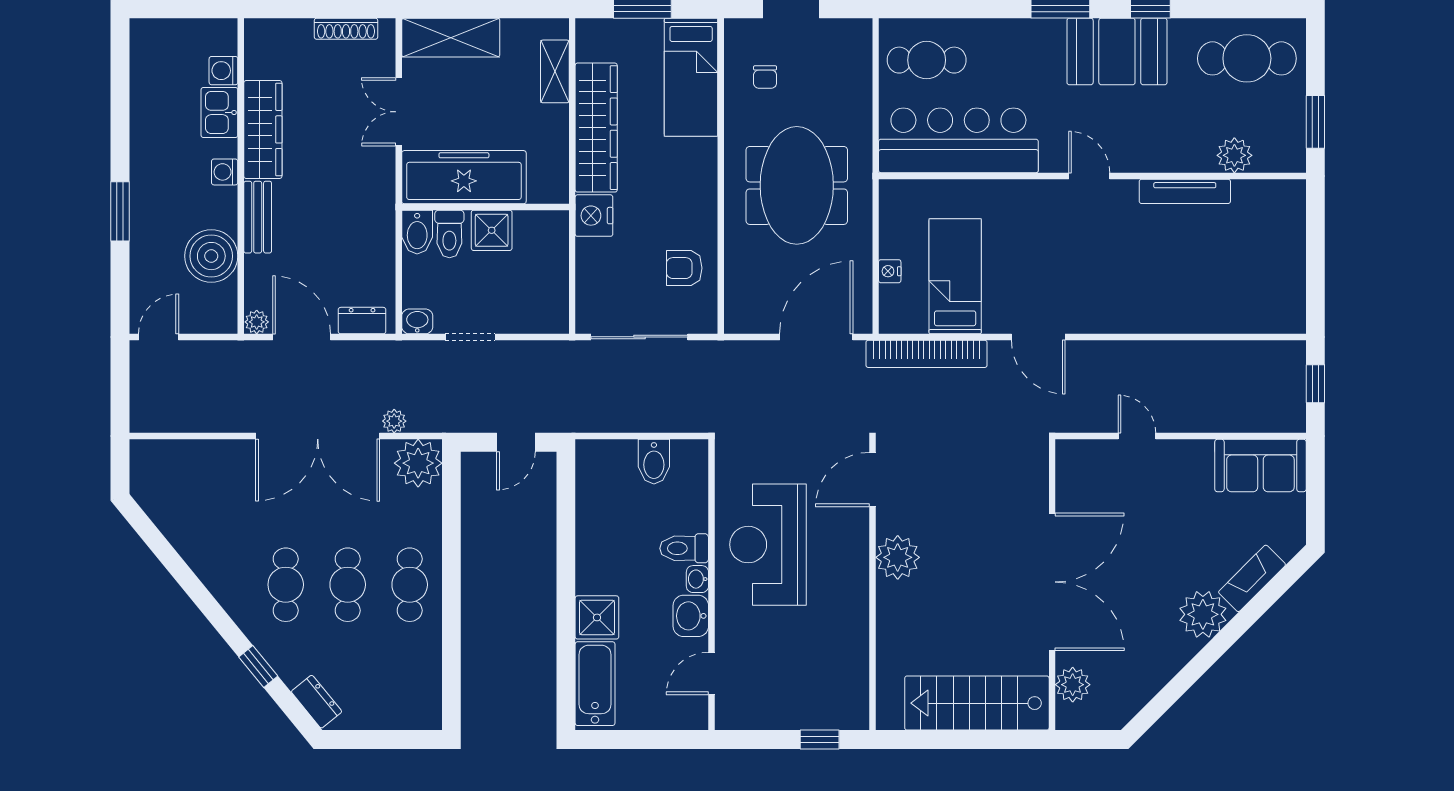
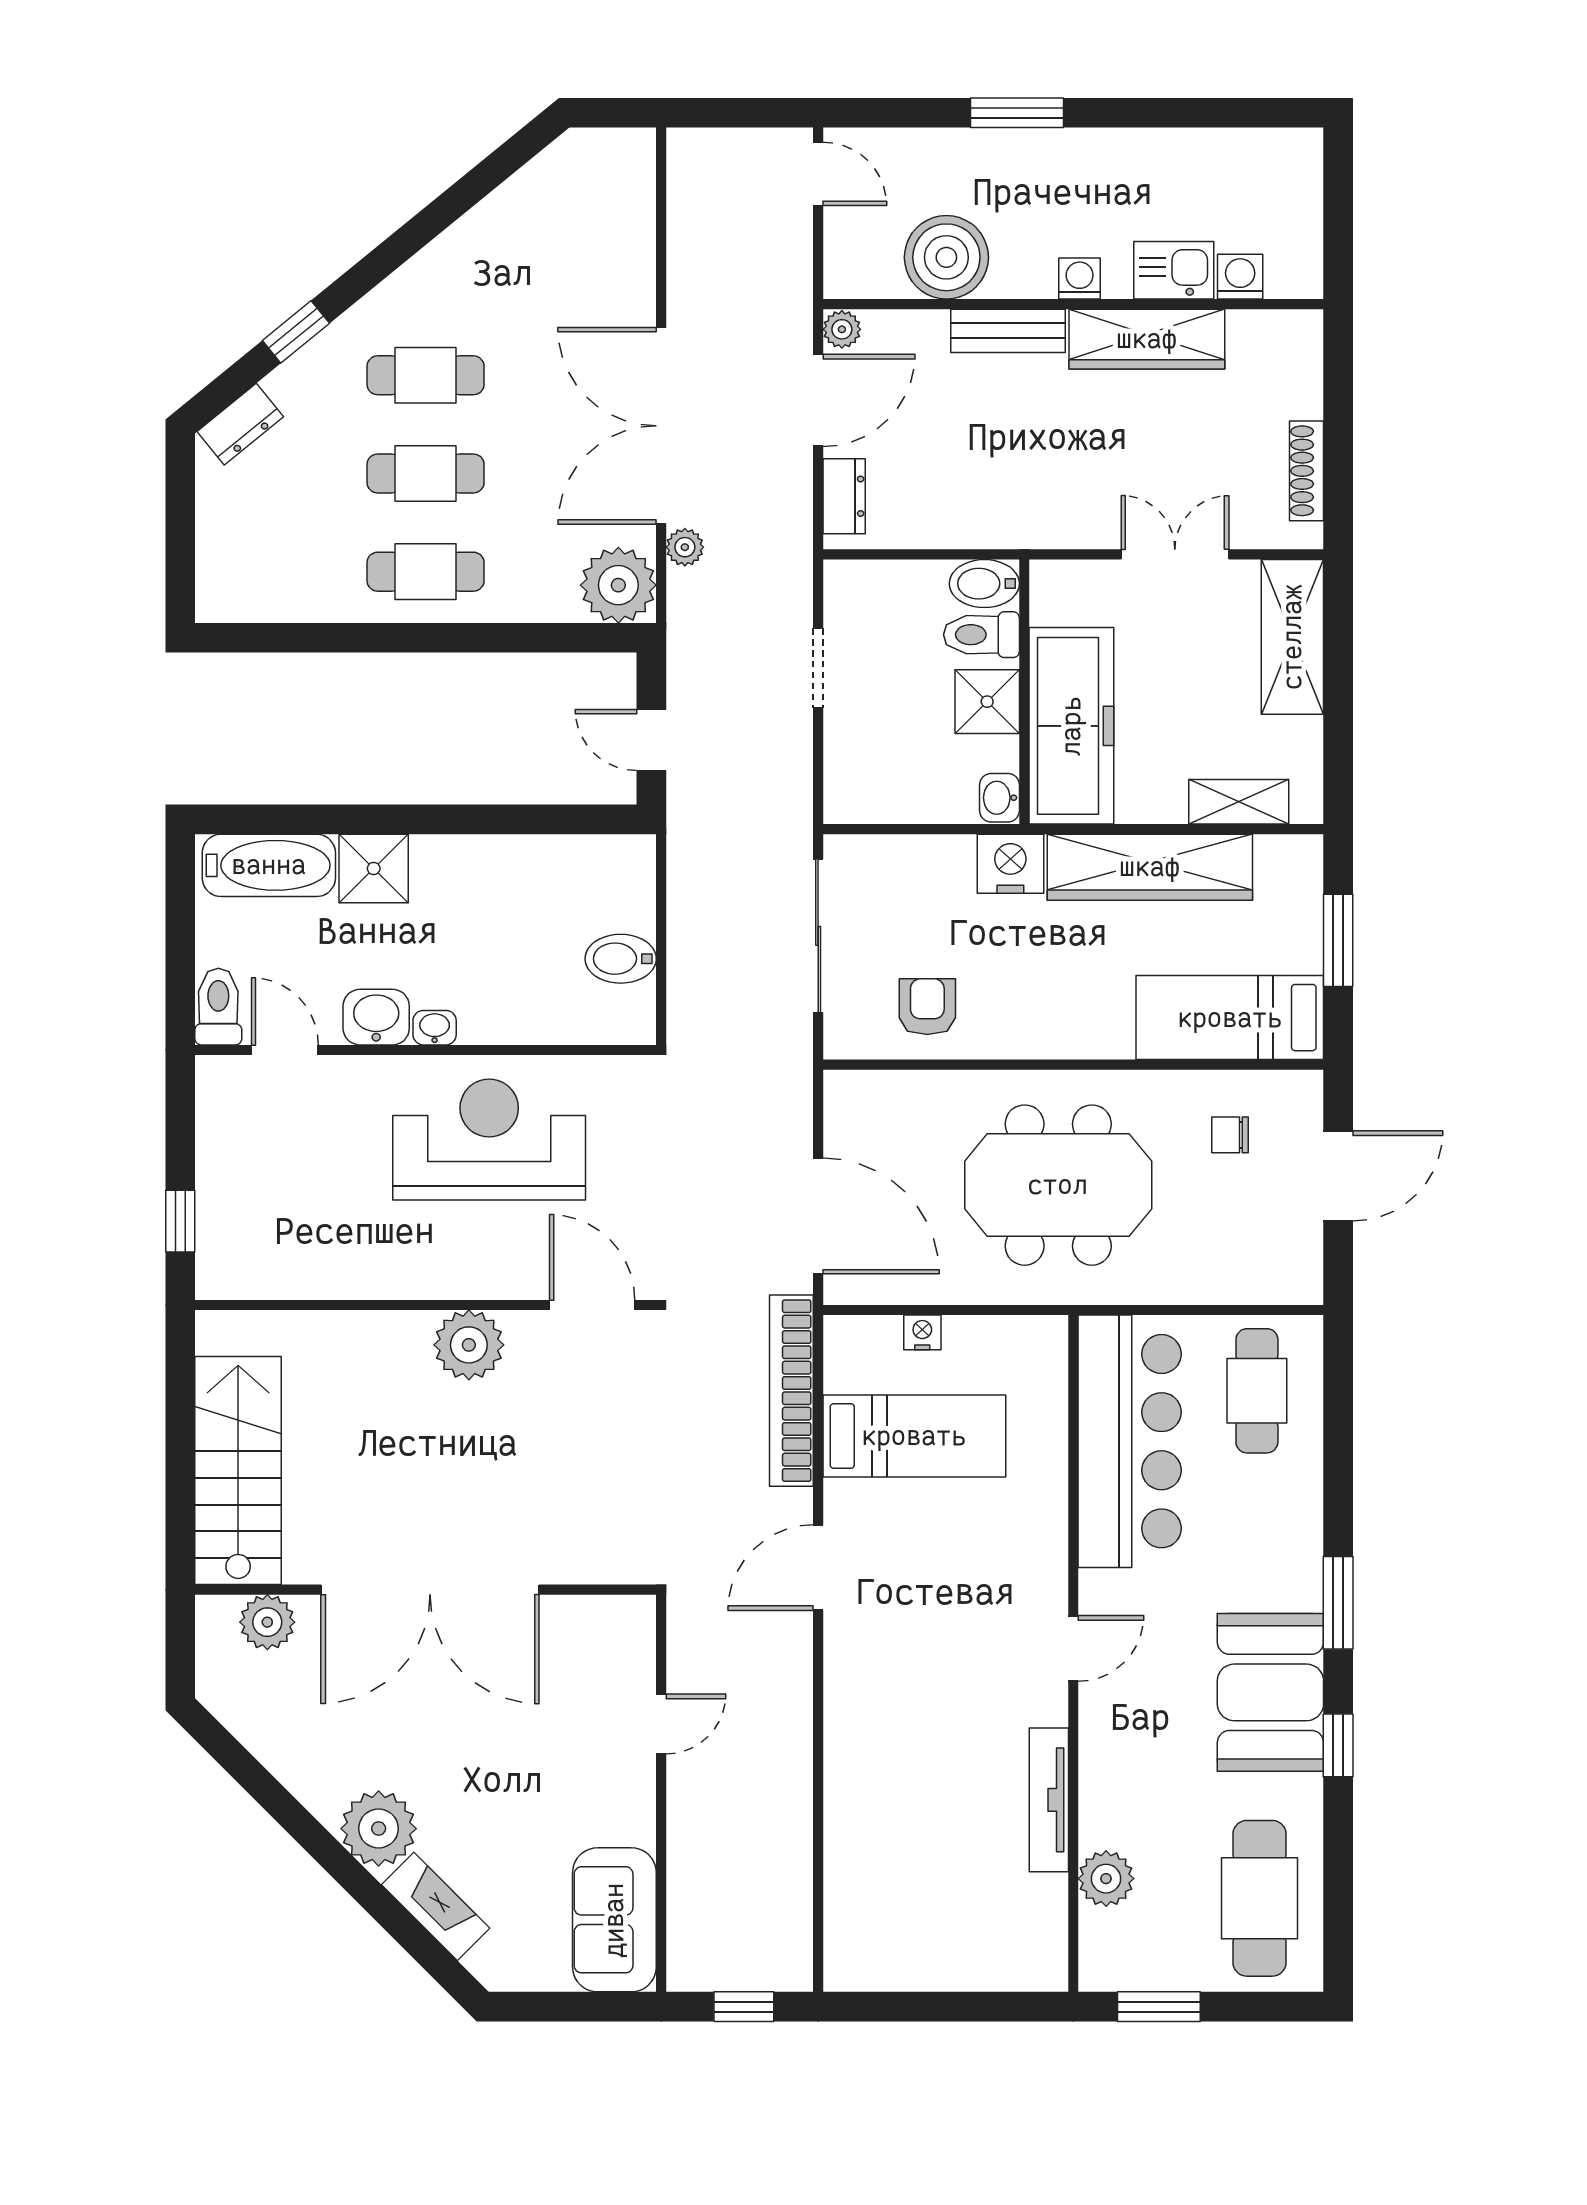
freezer: (464, 177) -> (1071, 726), moved
washbasin: (417, 321) -> (999, 798), moved, turned 180
toilet: (684, 548) -> (218, 1007), moved

